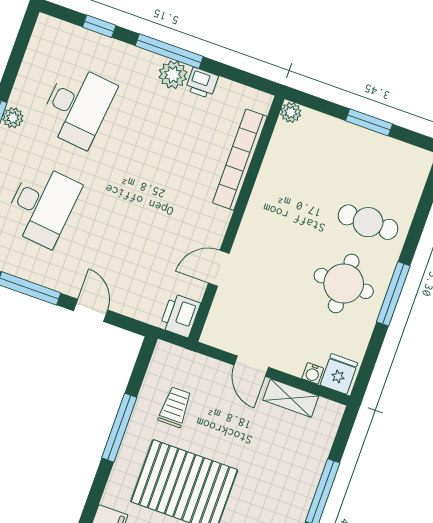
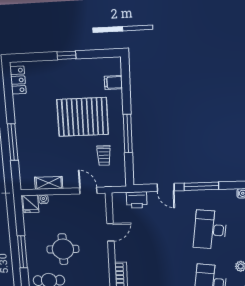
round table: (344, 283) -> (63, 249), moved
printer: (180, 315) -> (137, 200), moved, turned 90
door: (251, 366) -> (88, 191), moved

